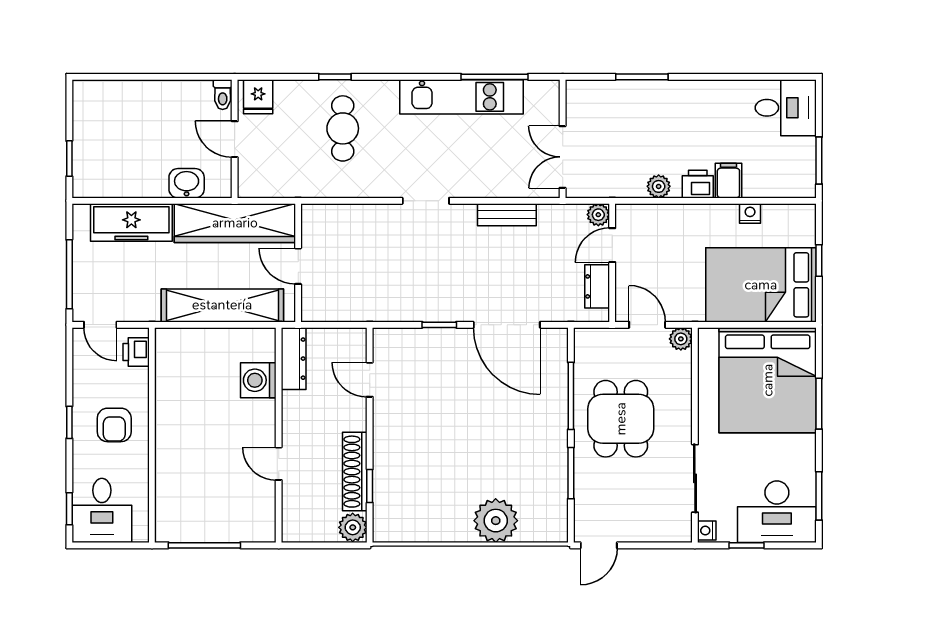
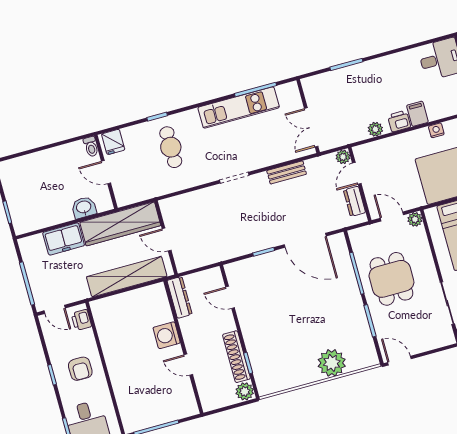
freezer: (131, 222) -> (64, 239), width x0.71
washing machine: (258, 380) -> (167, 335), moved
door: (599, 545) -> (399, 361), swing flipped

